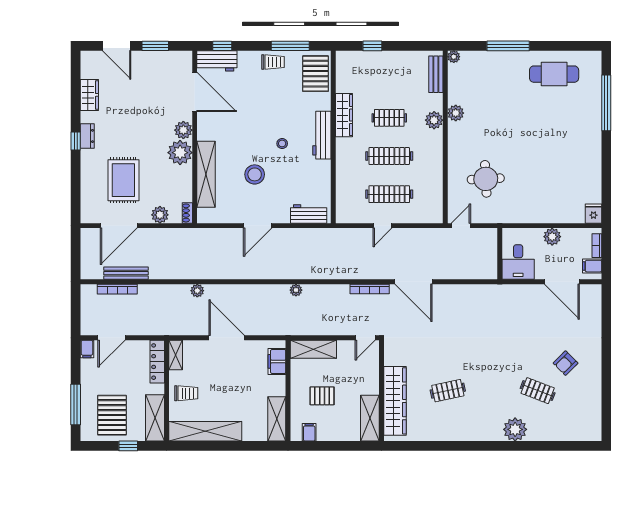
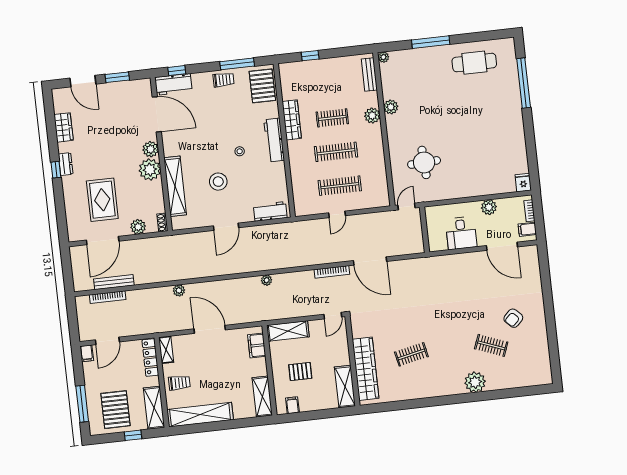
wall: (500, 254) -> (425, 230), moved

